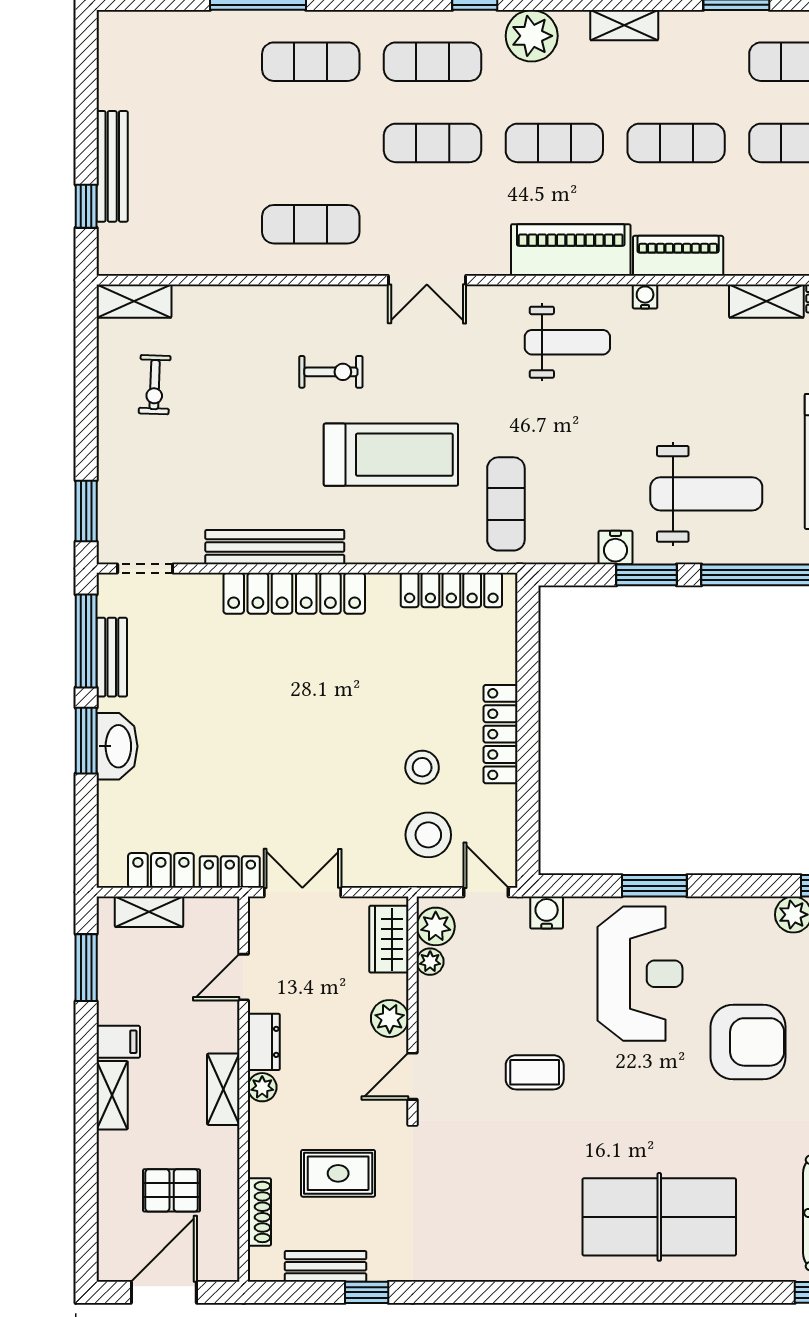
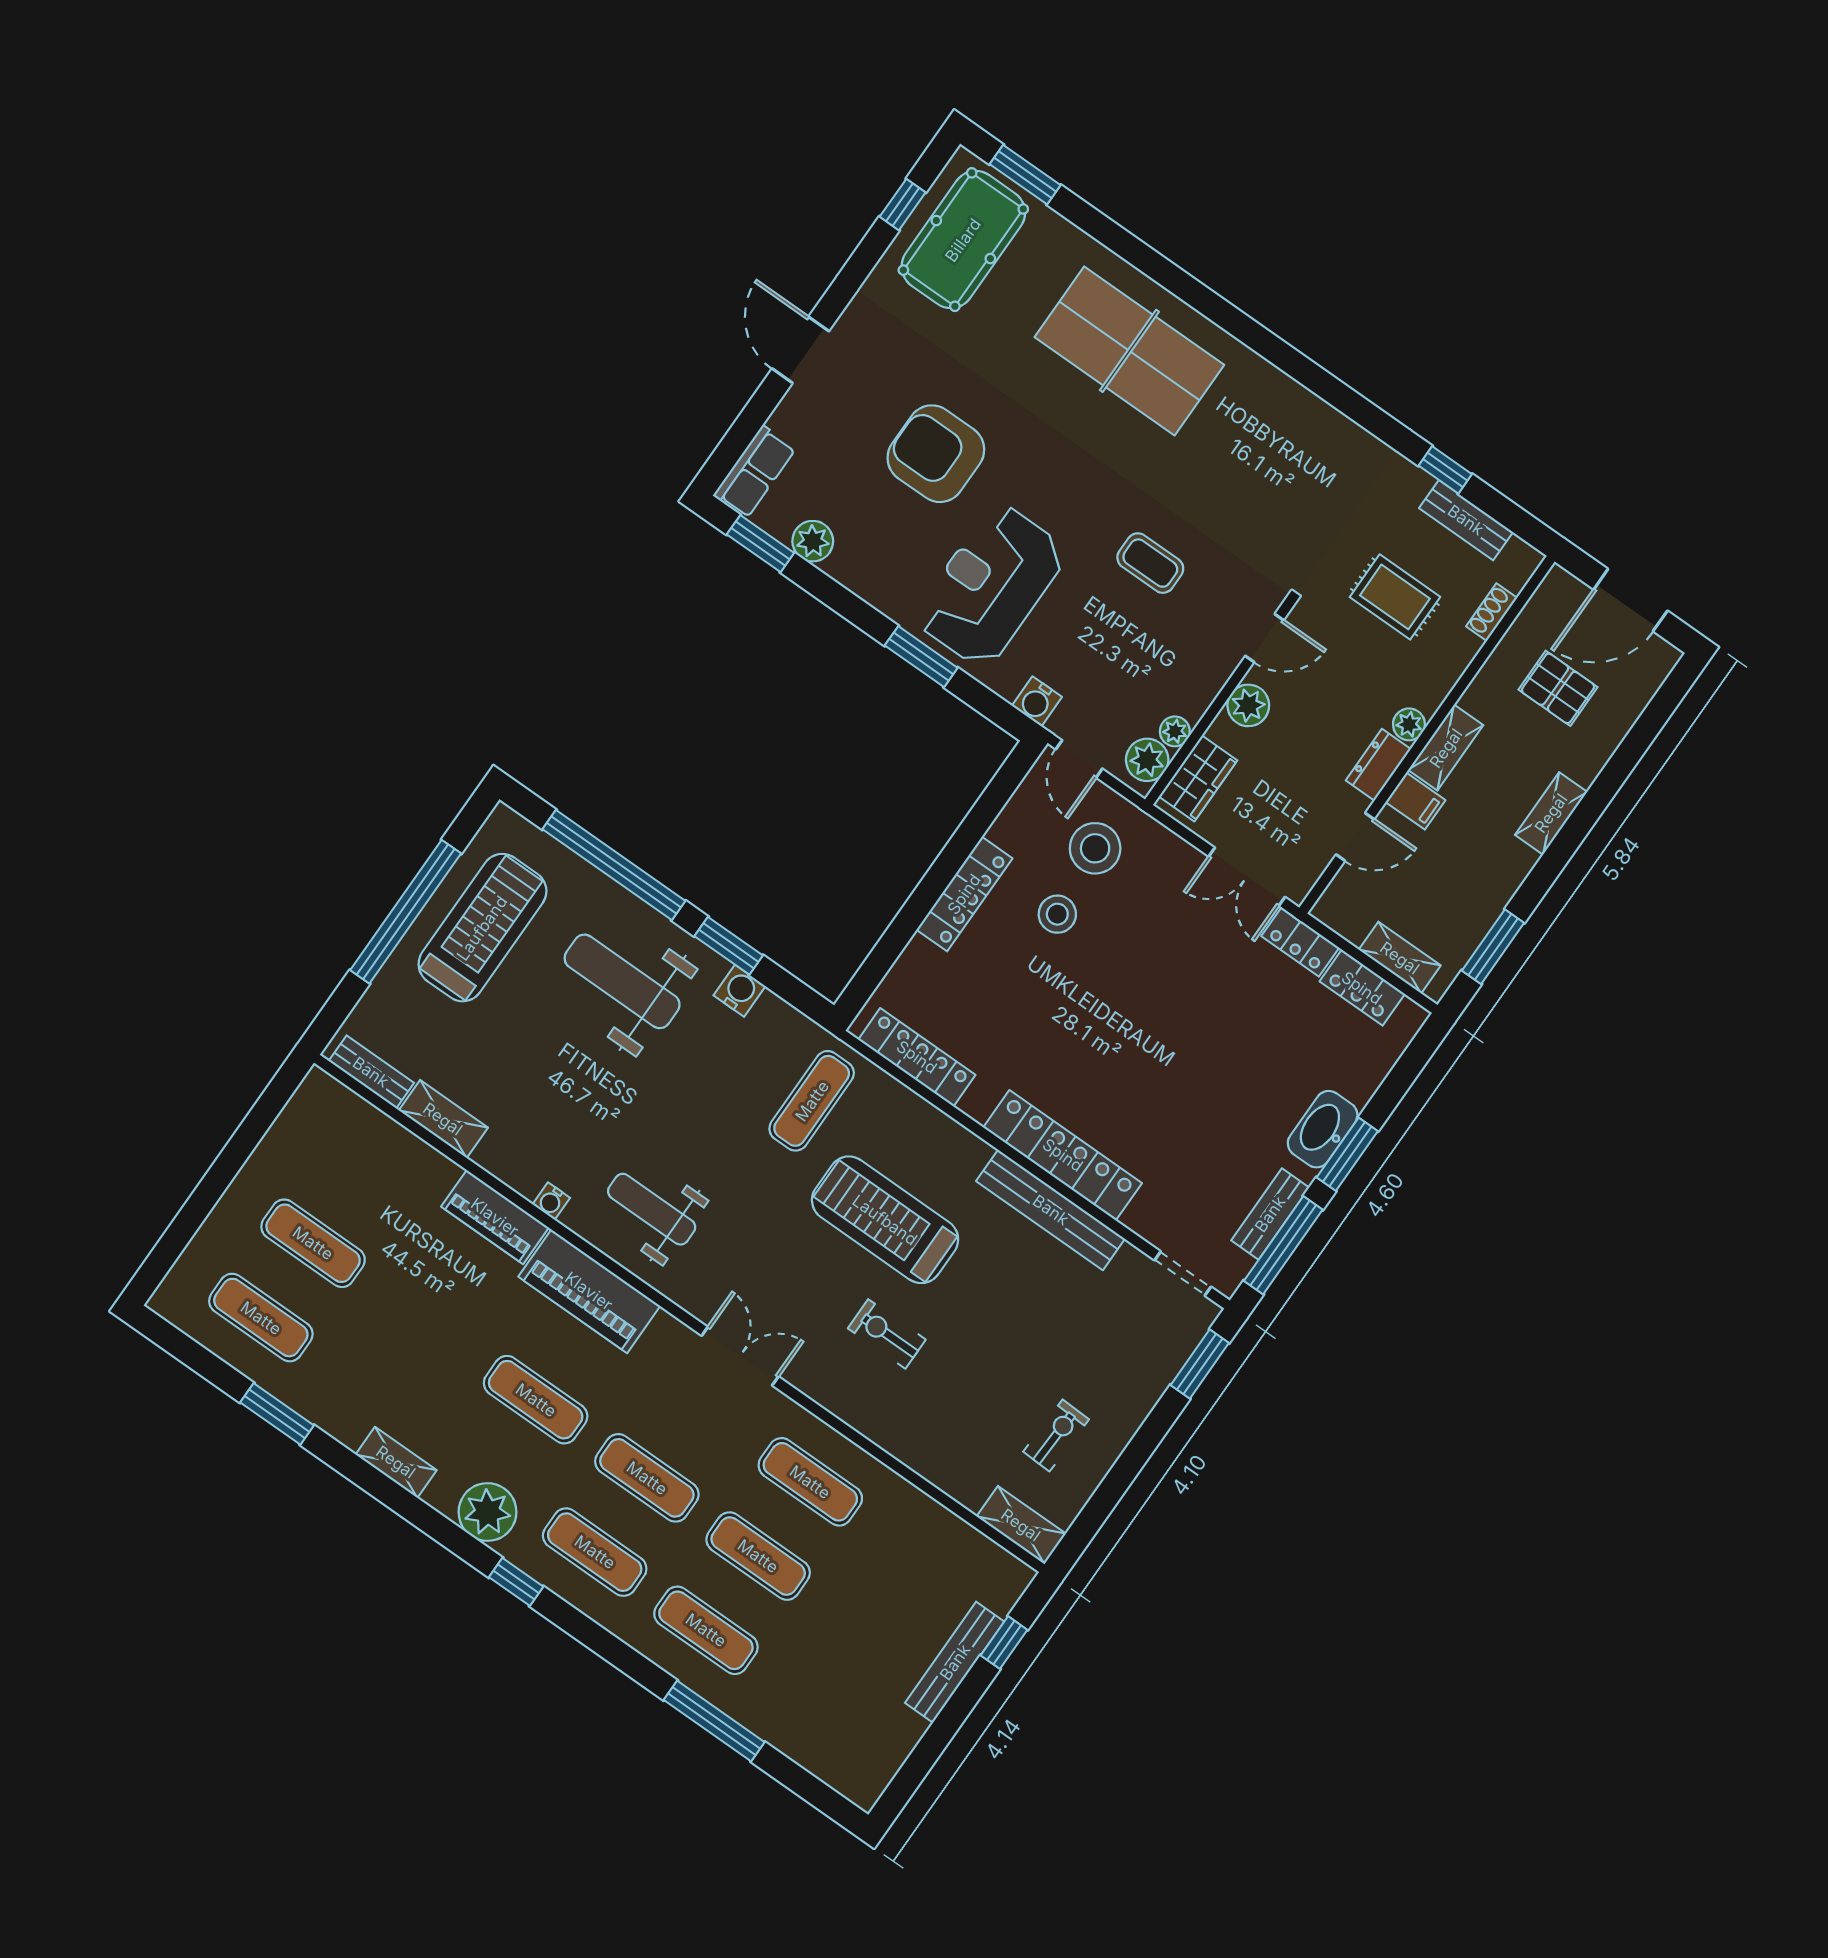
exercise mat: (676, 143) -> (758, 1556), moved
filing cabinet: (118, 1042) -> (1415, 801), moved, turned 180
shoe rack: (259, 1212) -> (1492, 612), width x0.70

